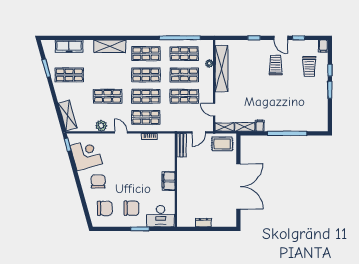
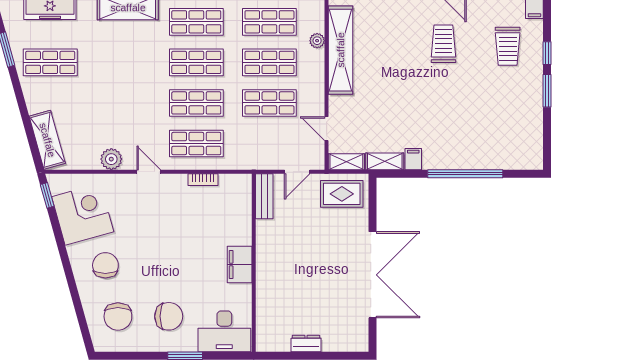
shop shelf: (108, 96) -> (123, 103), removed
chair: (105, 208) -> (118, 316), turned 90

